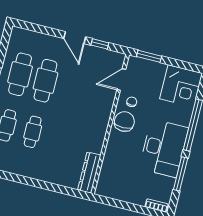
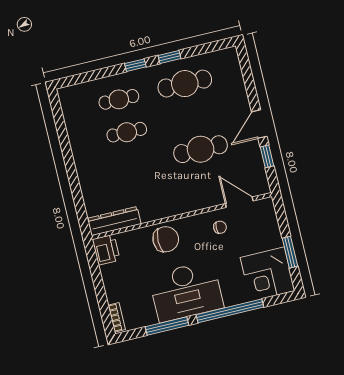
window: (149, 56) -> (290, 252), moved
cafe table: (45, 81) -> (201, 149), moved
chair: (124, 121) -> (166, 239), moved
printer: (106, 188) -> (106, 250), added

